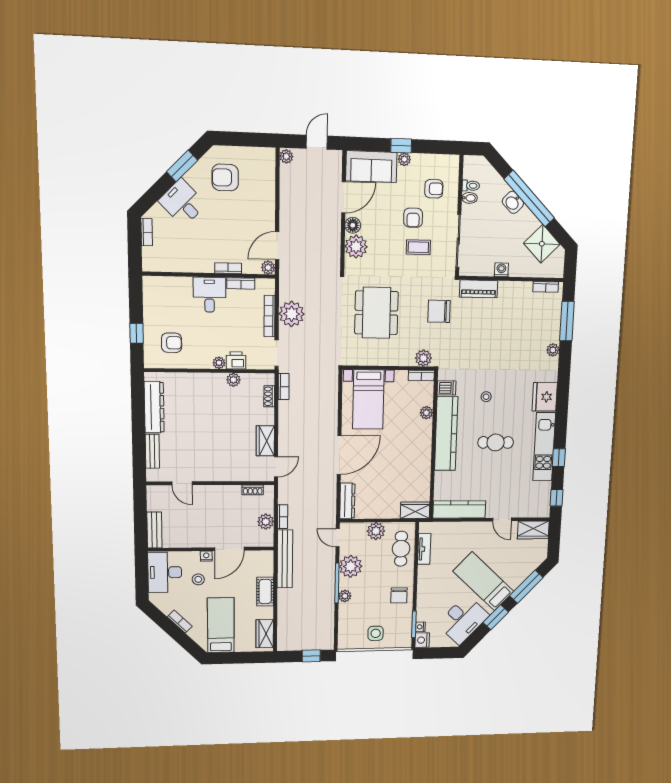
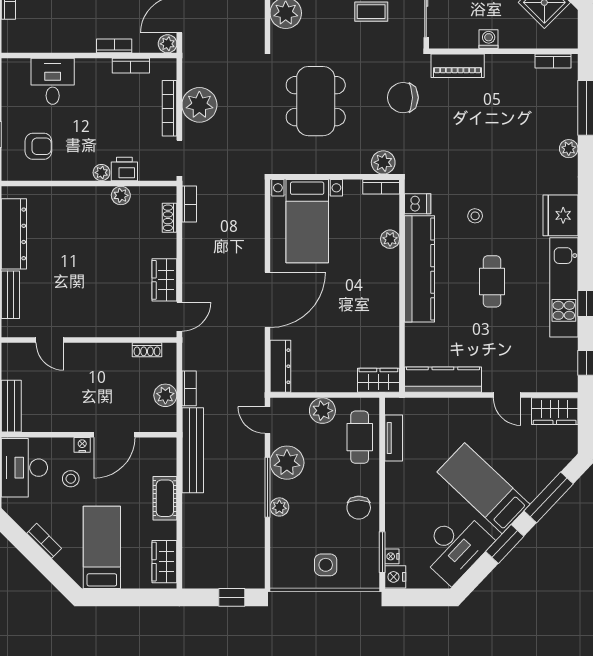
desk: (209, 295) -> (53, 81), moved
cafe table: (496, 442) -> (492, 281), turned 90

